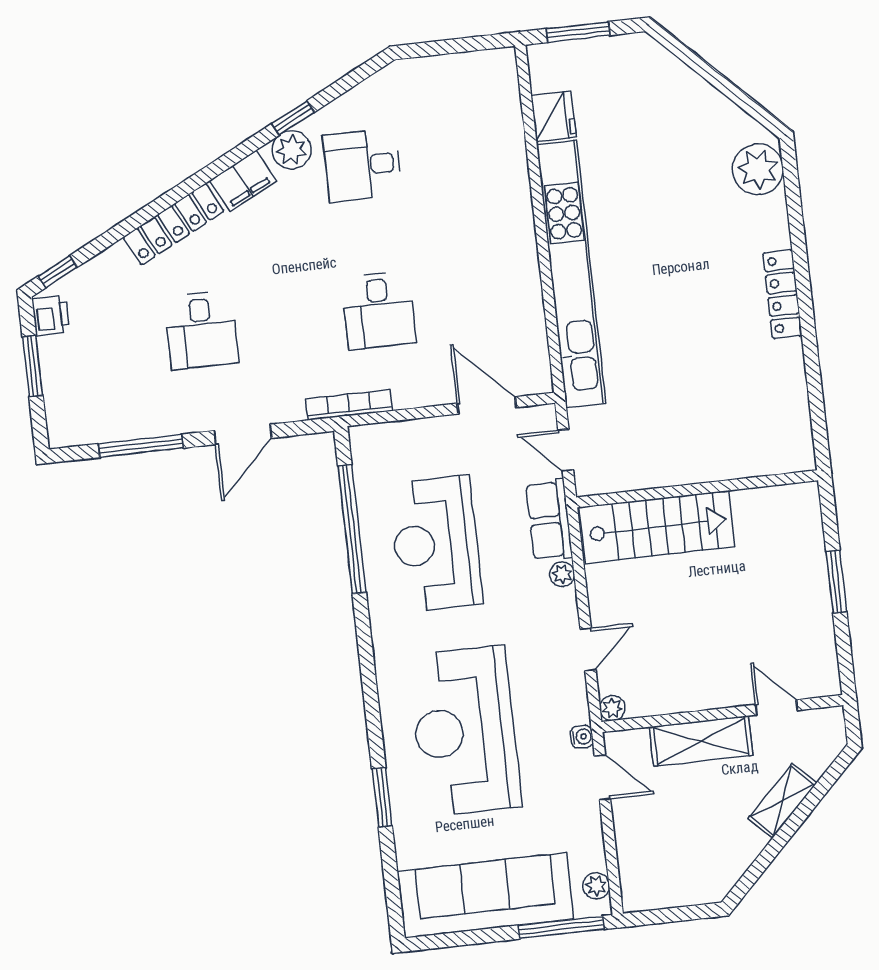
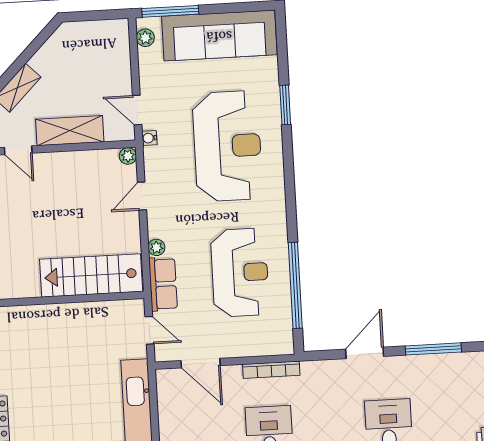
bookcase: (349, 405) -> (271, 370), moved

